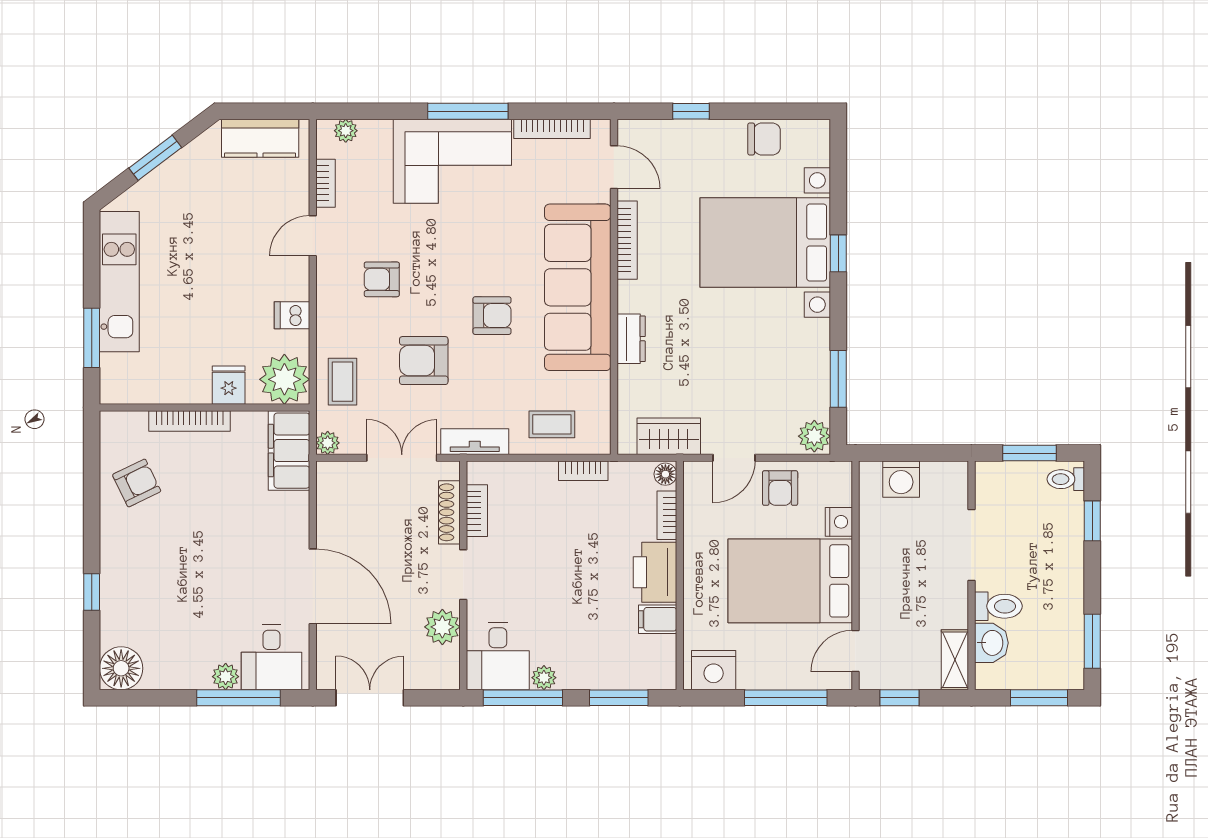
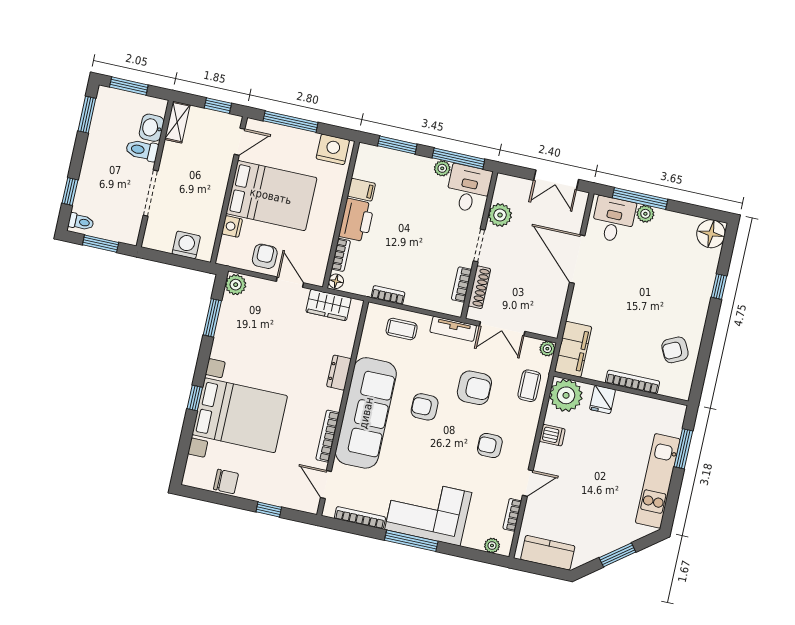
chair: (764, 139) -> (226, 481), turned 180
armchair: (382, 279) -> (490, 446), turned 180
door: (734, 458) -> (290, 282), hinge flipped

